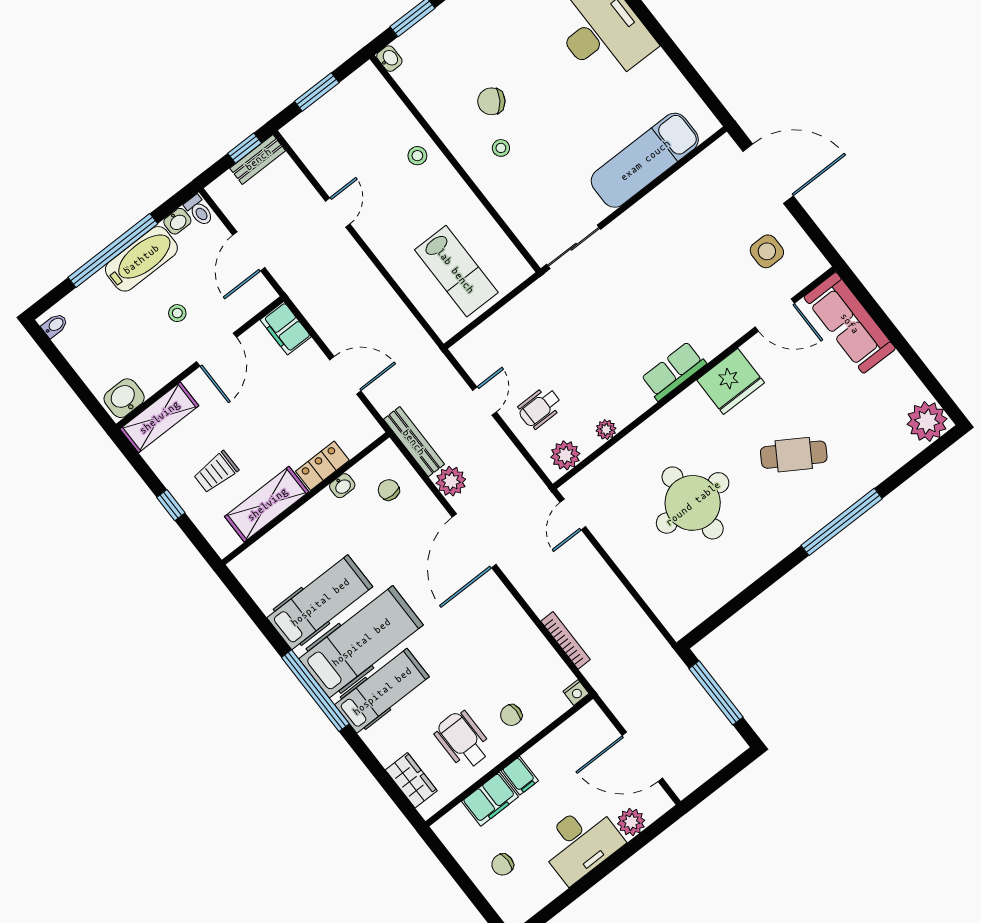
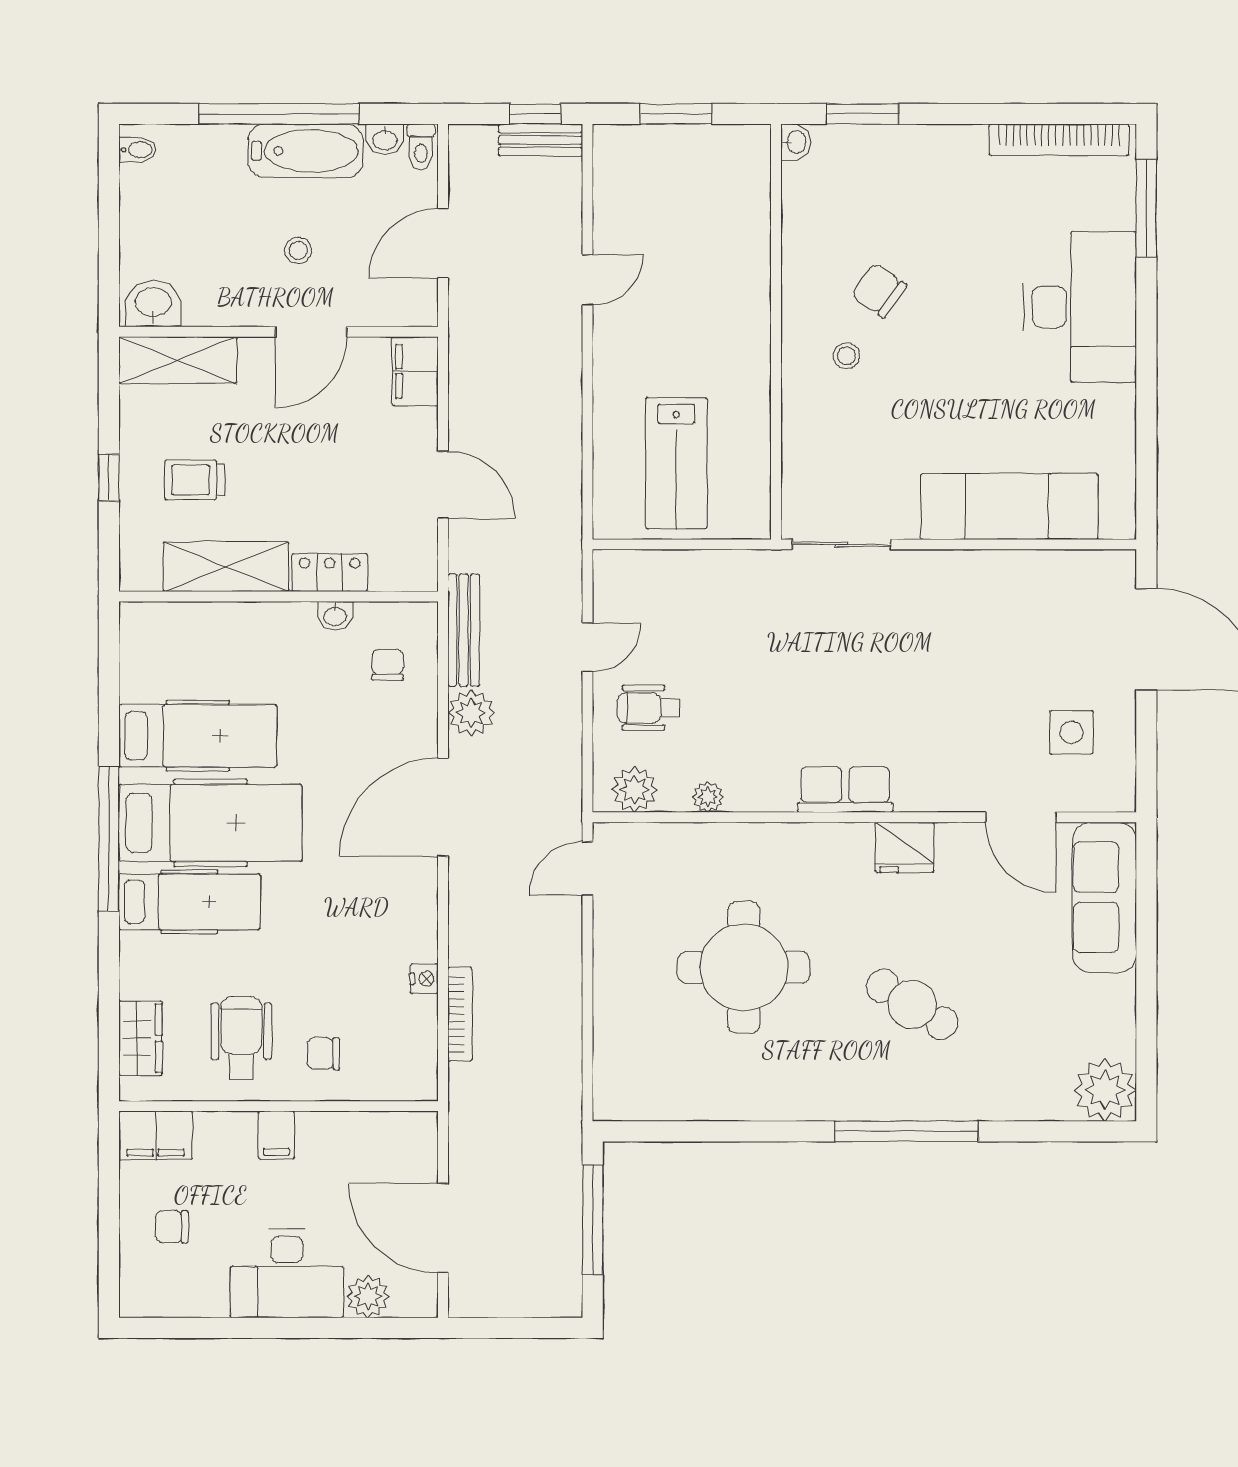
stool: (417, 156) -> (738, 286), removed
fridge: (731, 381) -> (905, 847), width x0.73, depth x0.75
nightstand: (576, 692) -> (424, 979), moved, turned -90
filing cabinet: (490, 799) -> (156, 1135), moved

